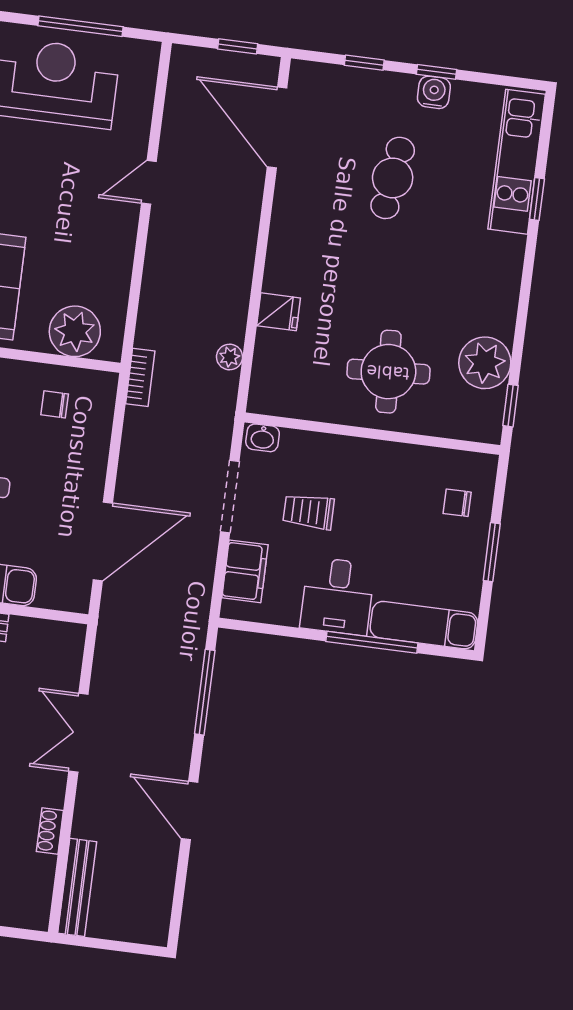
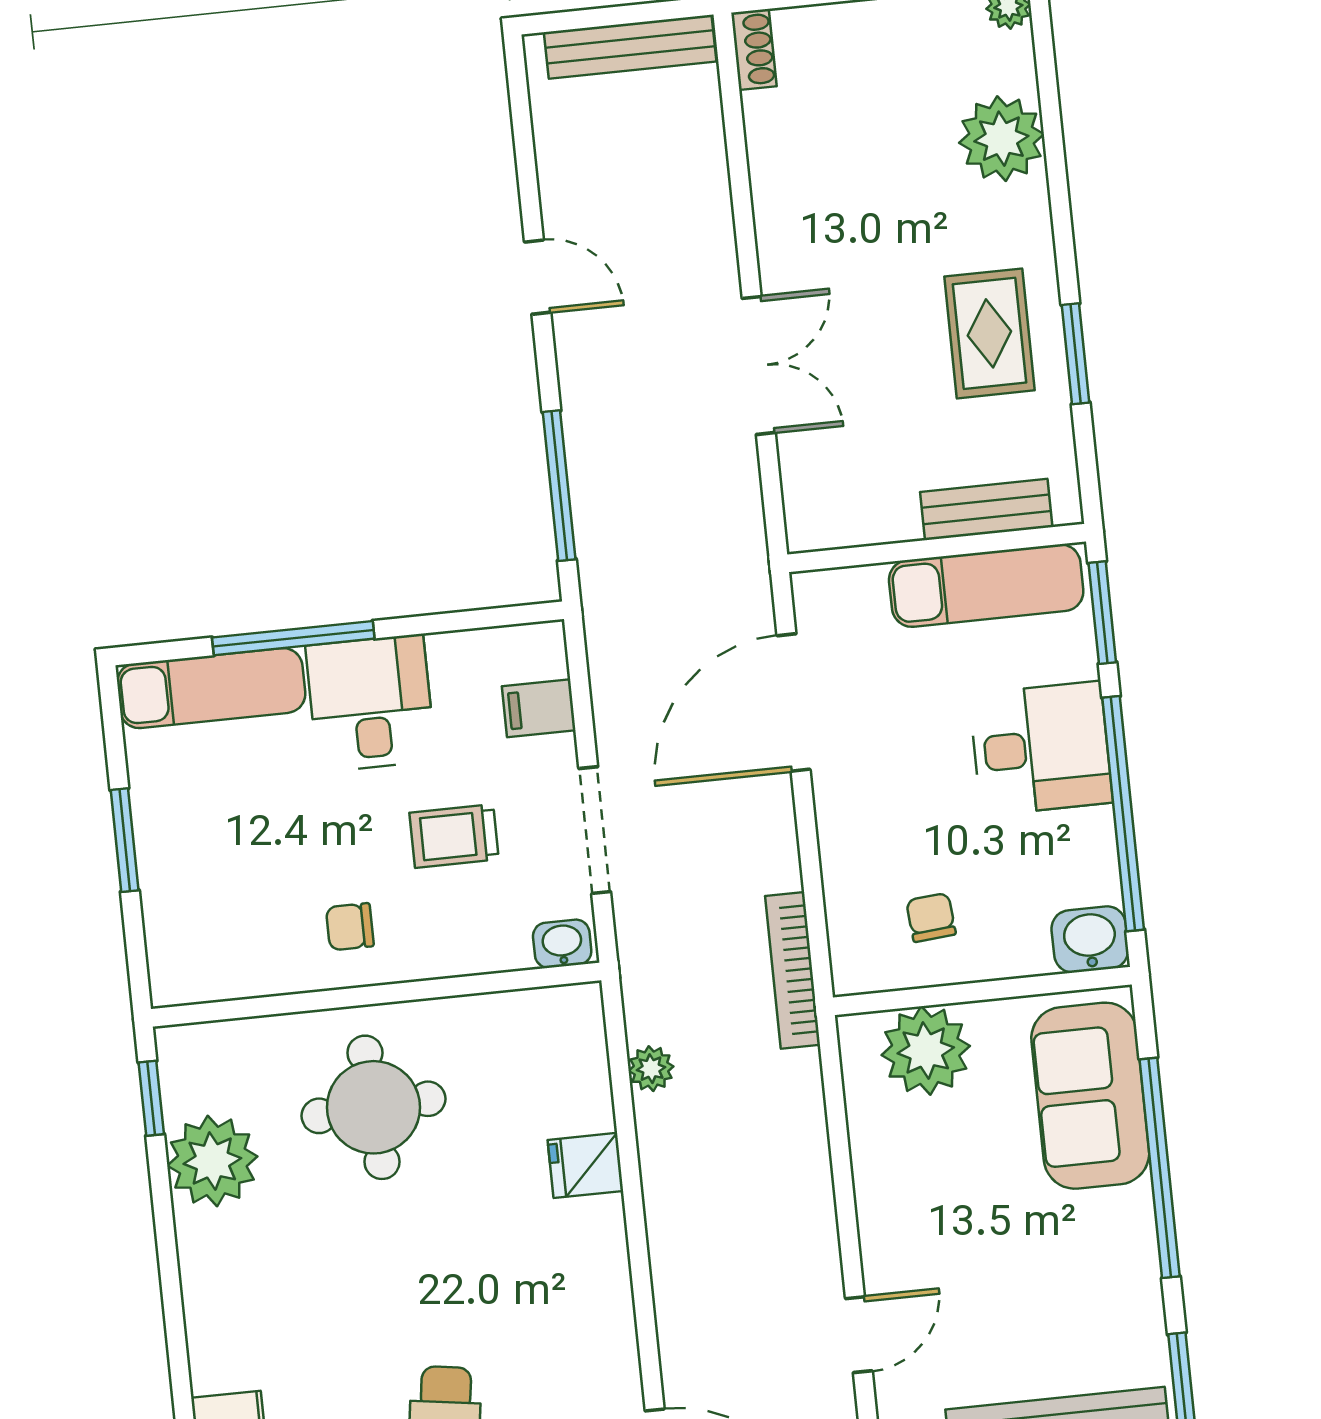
bookcase: (140, 377) -> (793, 970), width x1.56
chair: (55, 404) -> (931, 917), turned -95
chair: (457, 503) -> (350, 927), moved, turned 180
trolley: (309, 512) -> (454, 836), turned 180
filing cabinet: (245, 571) -> (539, 708), width x0.50
door: (190, 811) -> (538, 277), width x0.73
shoe rack: (50, 831) -> (754, 49), moved
bench: (77, 887) -> (630, 47), moved, turned 90

